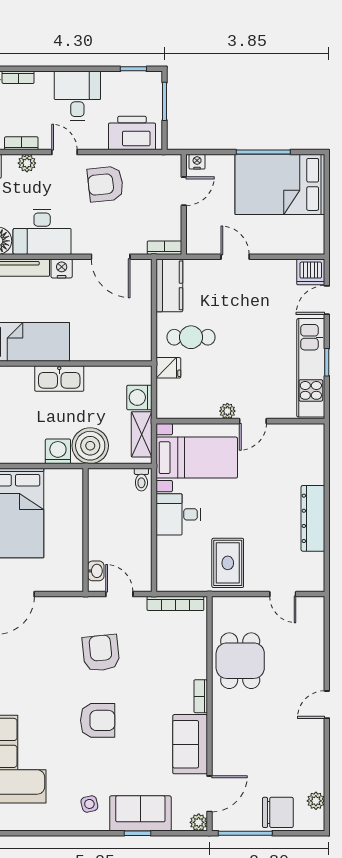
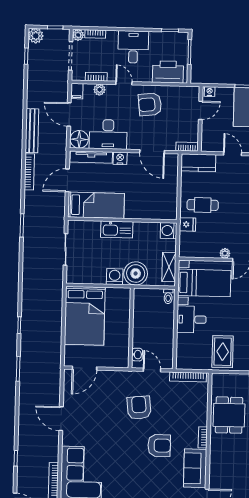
kitchen counter: (169, 285) -> (198, 163), moved, turned 90
washing machine: (139, 397) -> (169, 231), moved
armchair: (98, 720) -> (159, 445), moved

